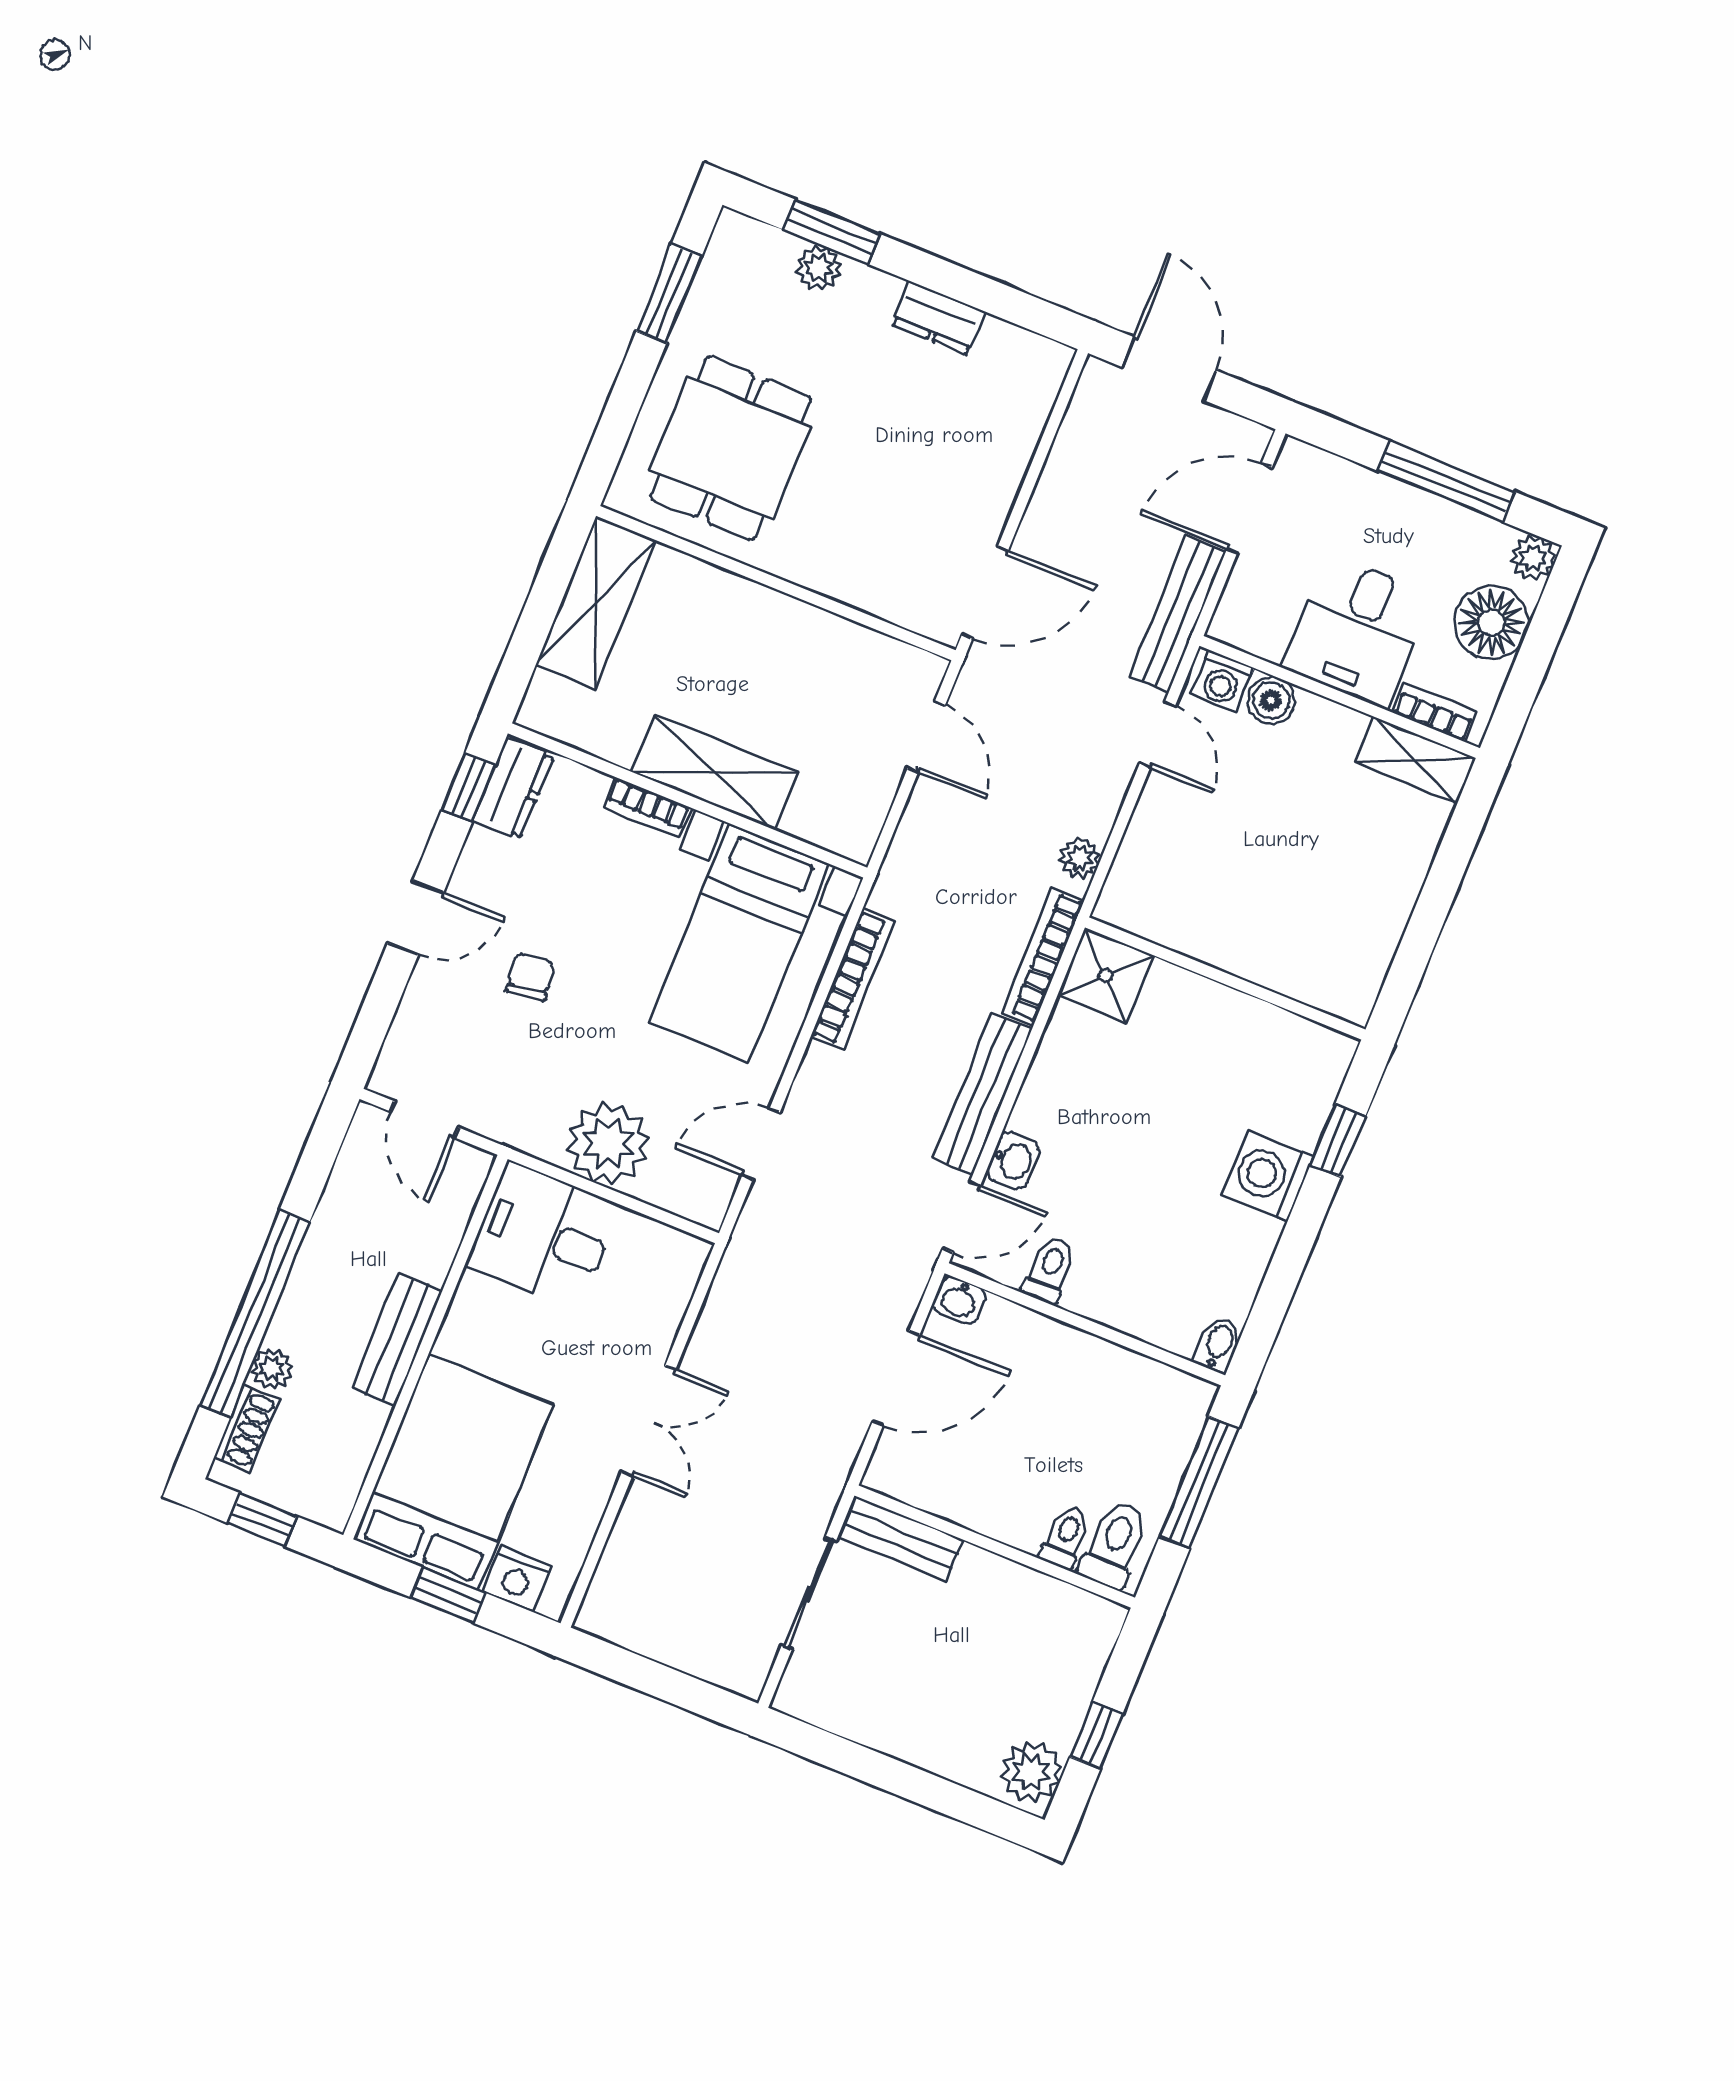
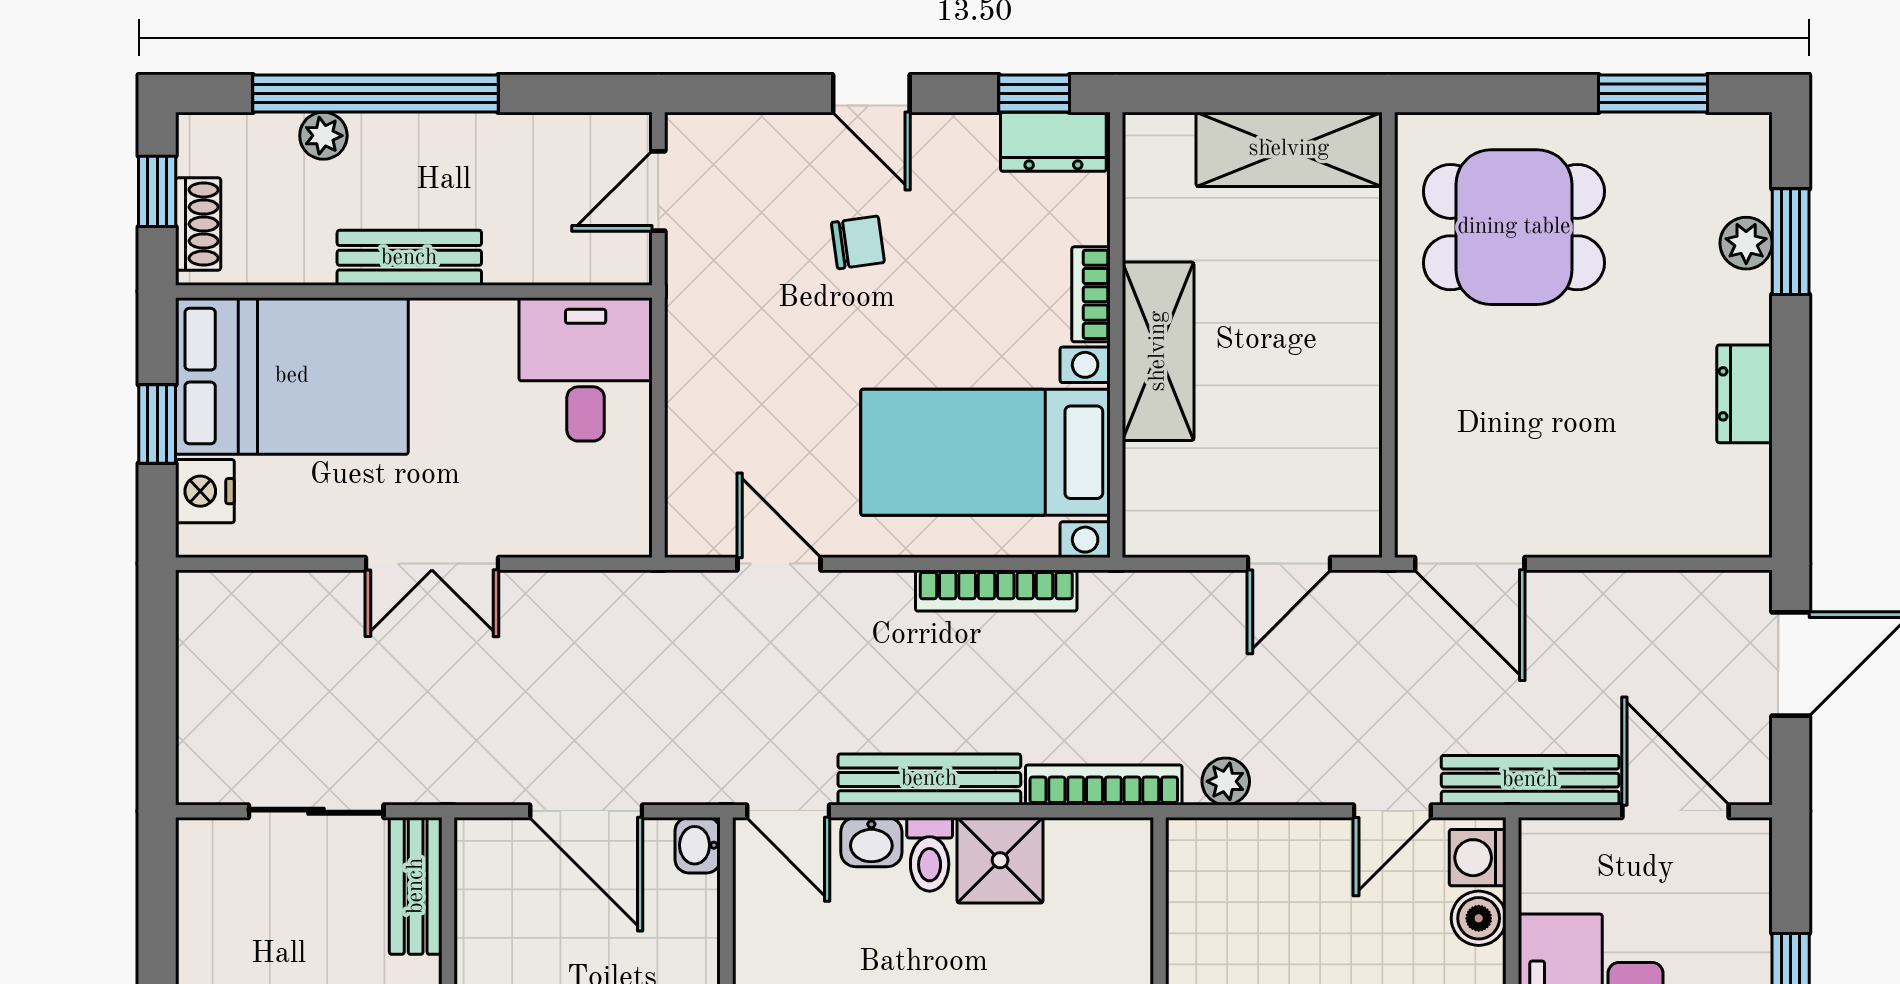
shower: (1105, 975) -> (1000, 860), moved
plant: (608, 1144) -> (713, 399), removed
toilet: (1050, 1270) -> (930, 854), moved, turned 90
shoe rack: (246, 1428) -> (198, 224), moved, turned -90

